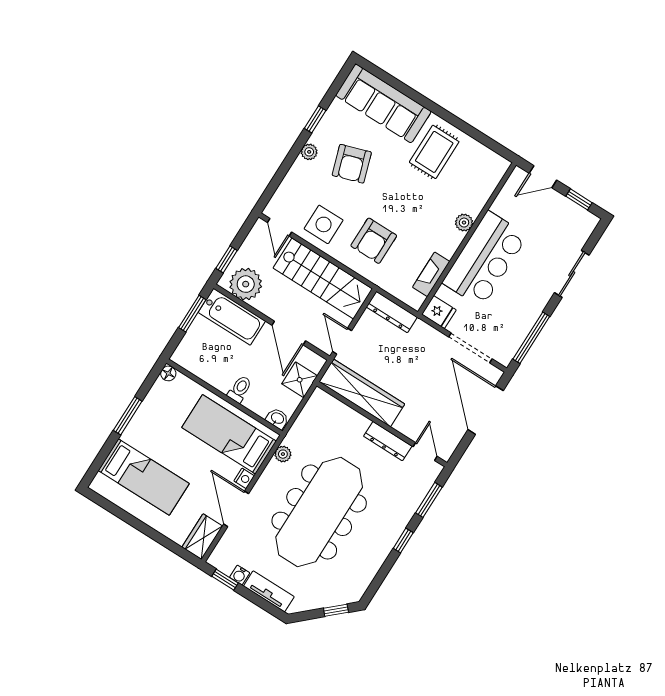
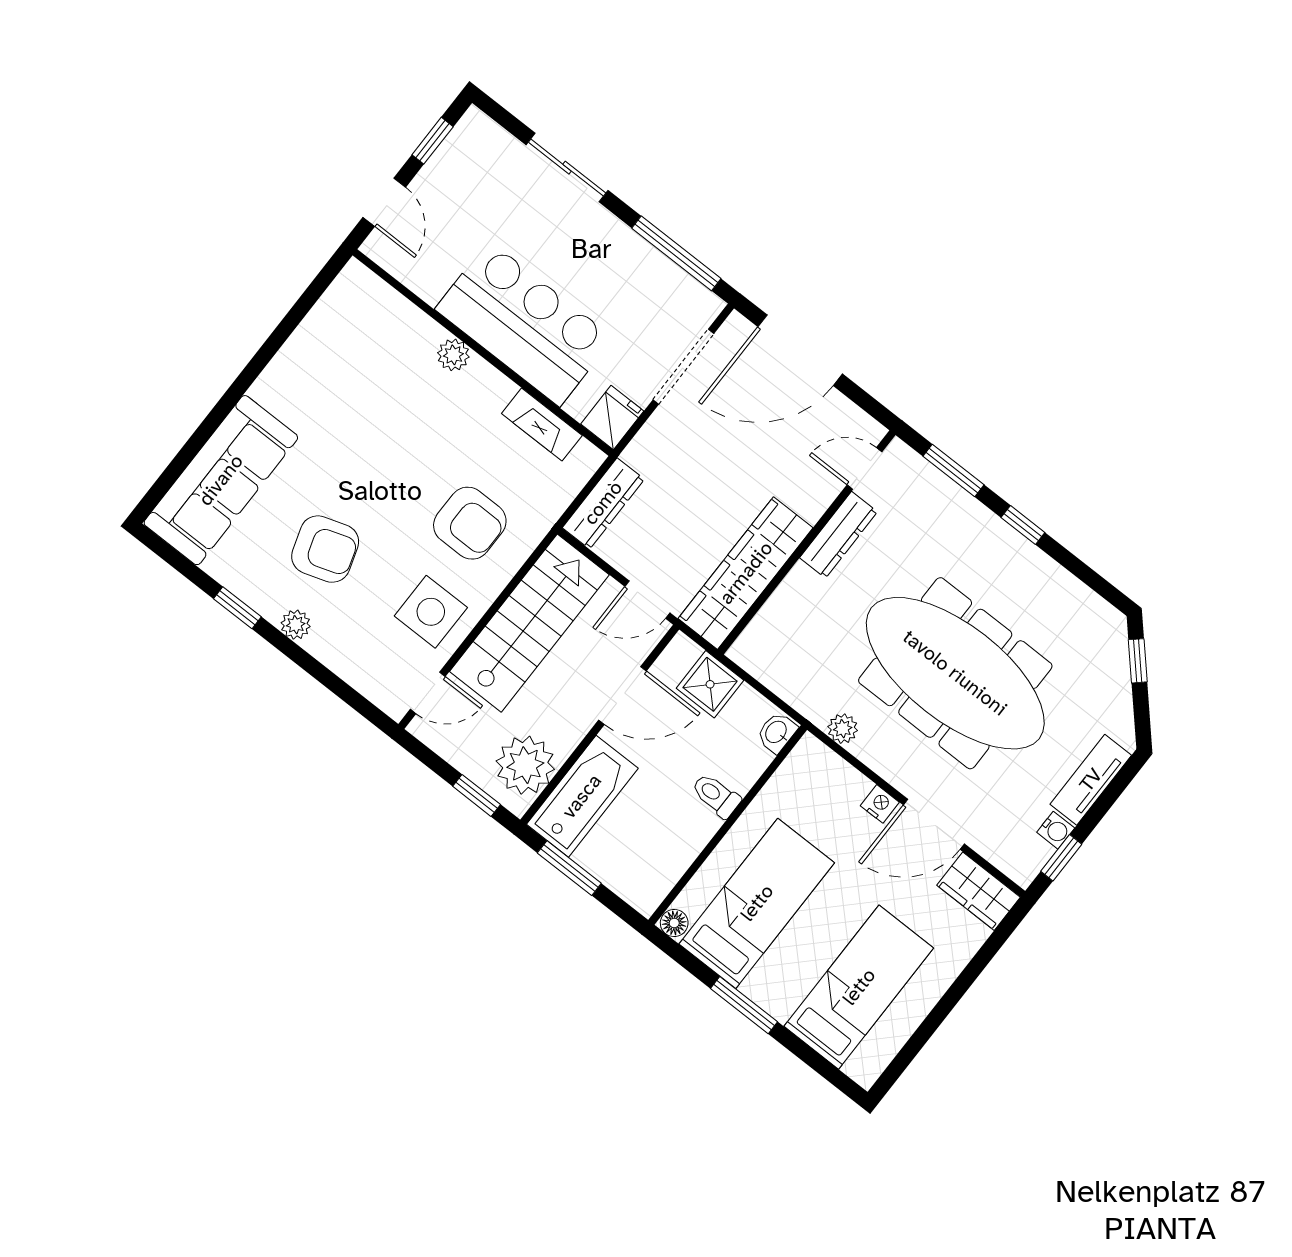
rug: (434, 152) -> (319, 396), removed
bed: (229, 434) -> (757, 903), moved, turned 180

